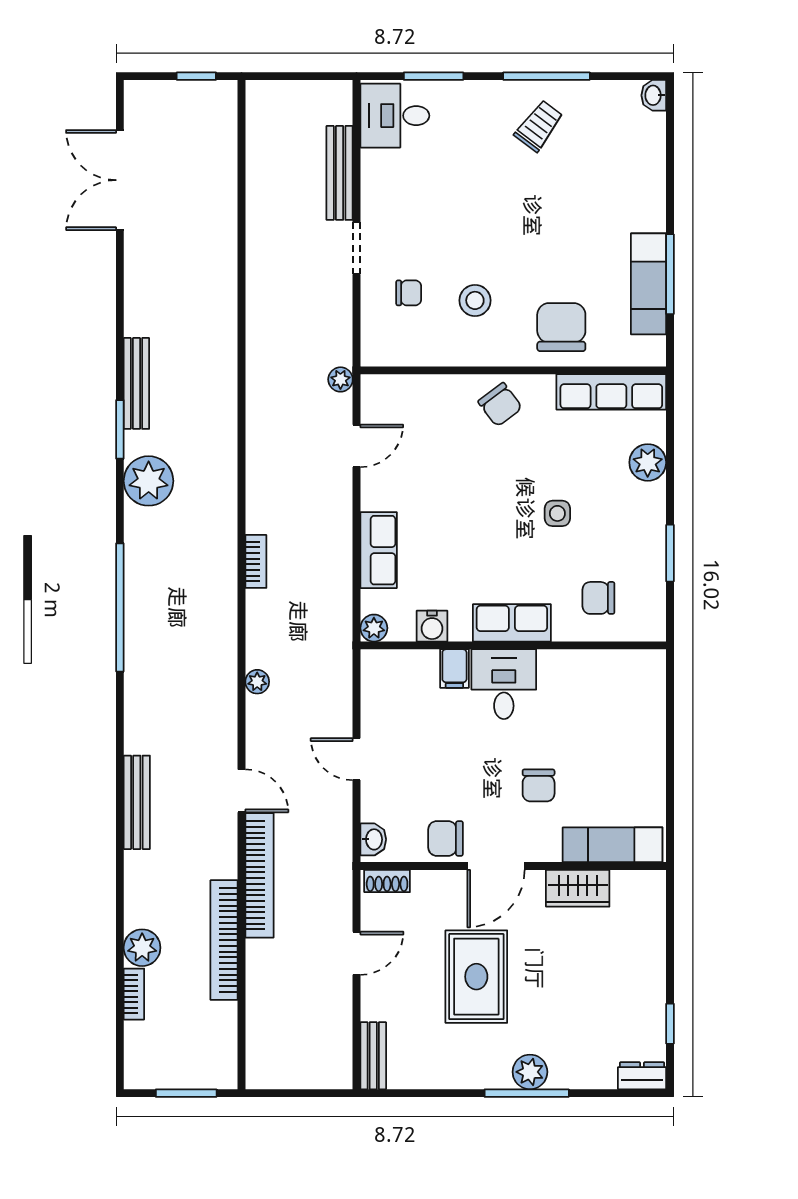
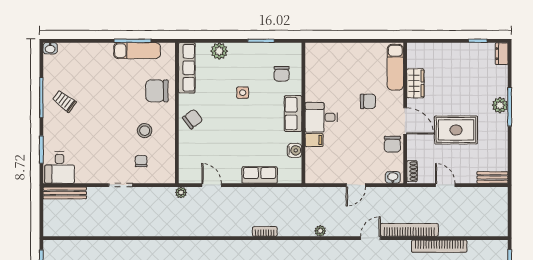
bench: (340, 173) -> (65, 193), moved
plant: (374, 628) -> (295, 177), removed

